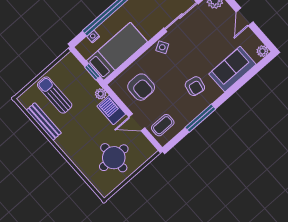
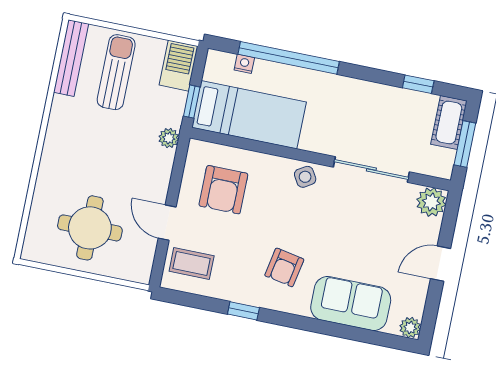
barbecue: (111, 110) -> (178, 66), moved
window: (200, 118) -> (243, 311), width x0.46
bench: (44, 122) -> (71, 58), moved

